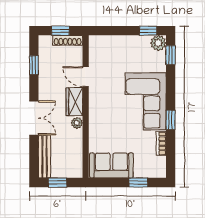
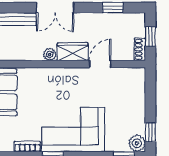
shoe rack: (68, 40) -> (140, 49), width x0.70

